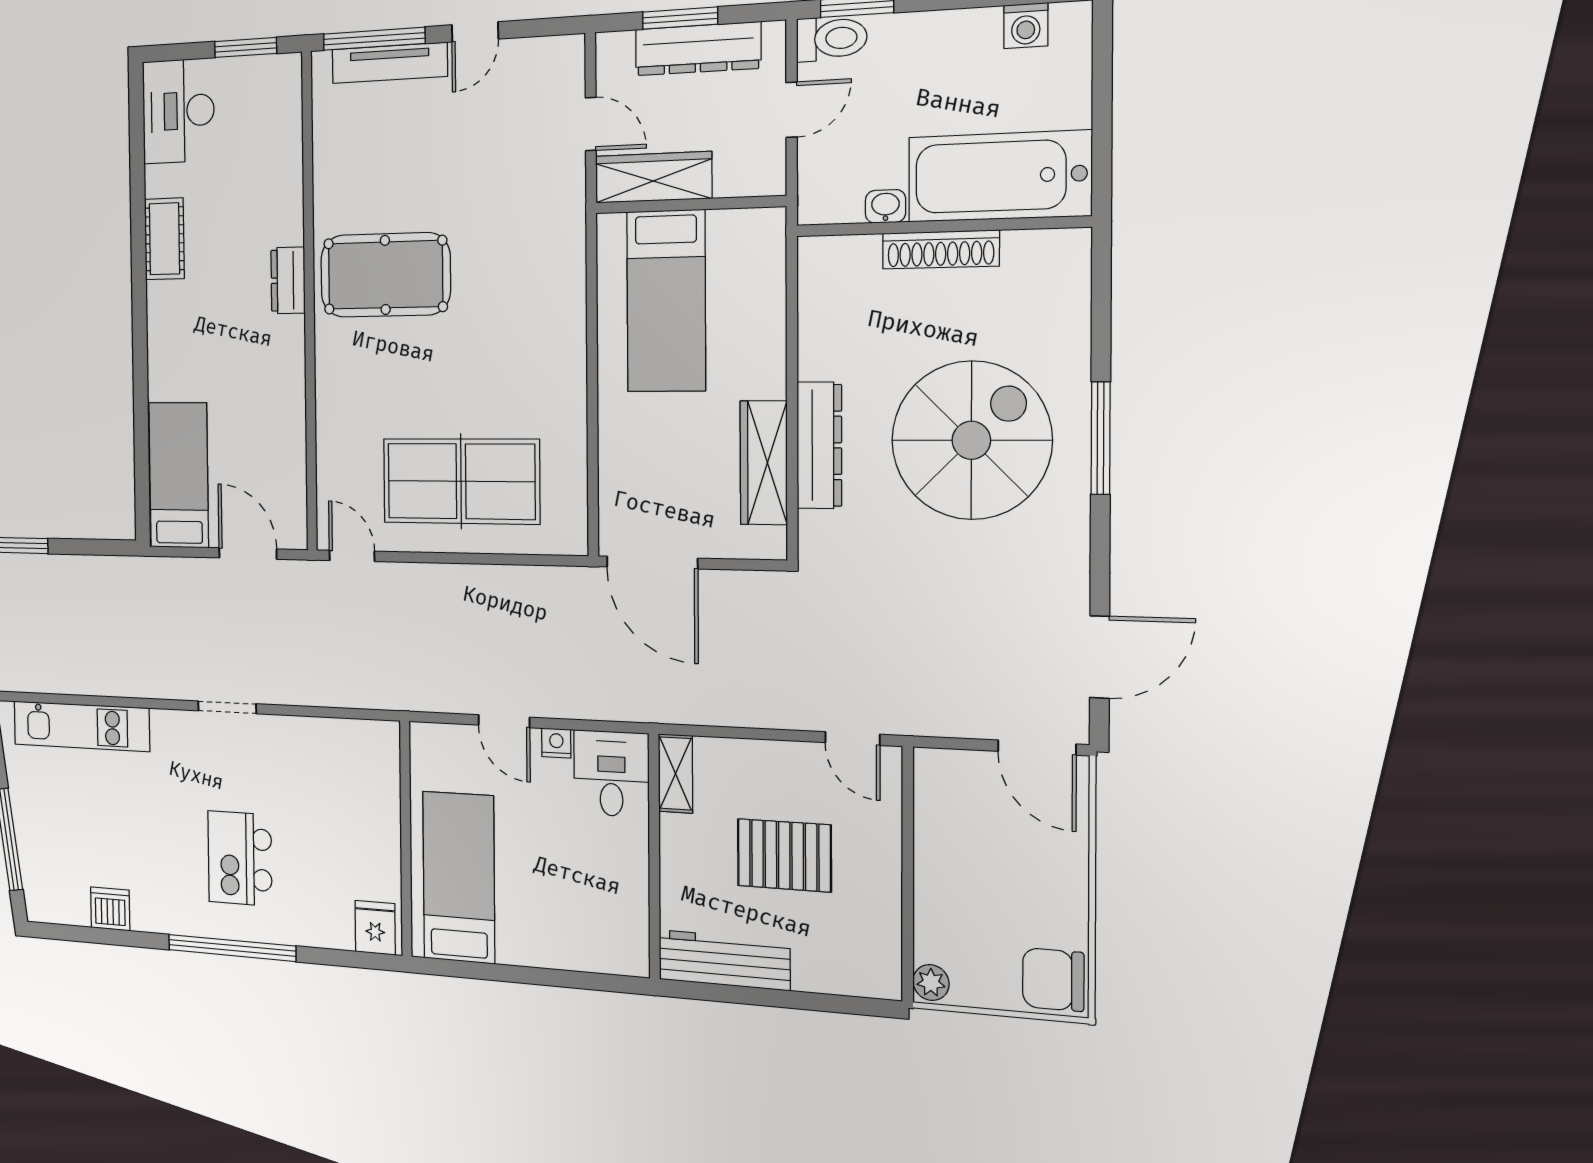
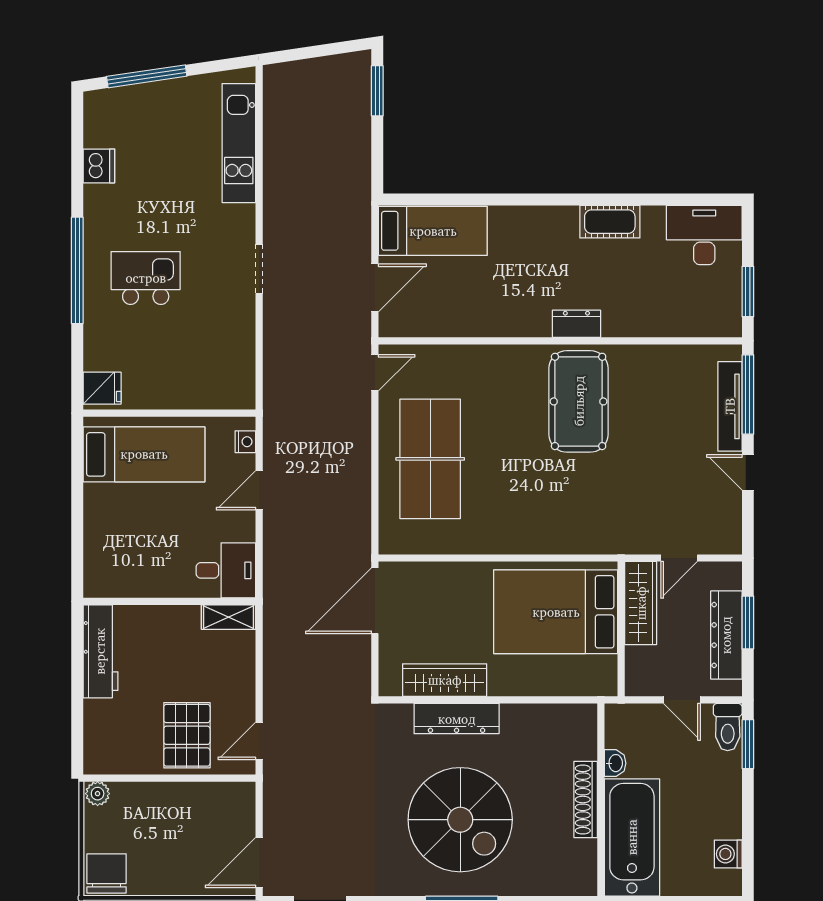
bed: (666, 301) -> (556, 612), width x1.50
nightstand: (556, 743) -> (245, 442), moved
pallet: (784, 855) -> (187, 735), moved

